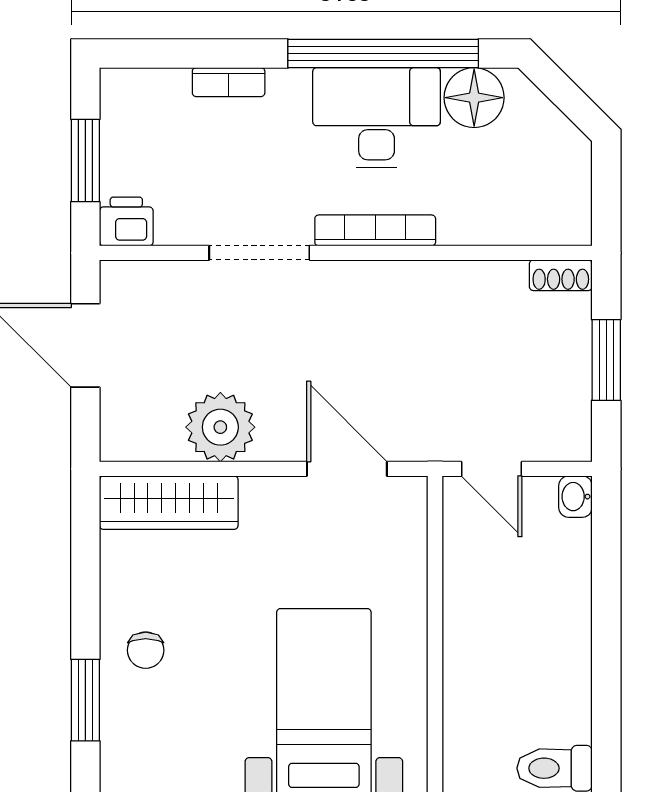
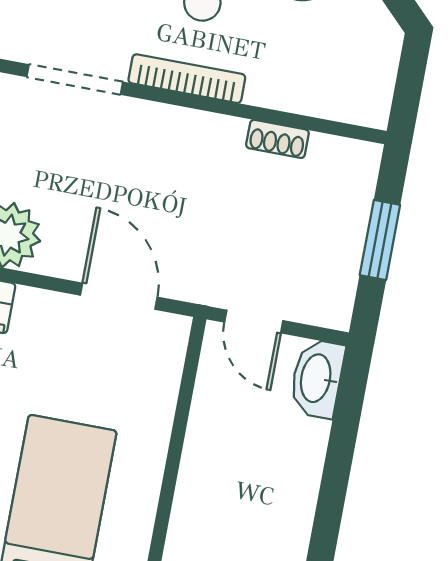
shoe rack: (561, 275) -> (277, 139), moved
washbasin: (575, 497) -> (317, 378), width x1.91, depth x1.45

